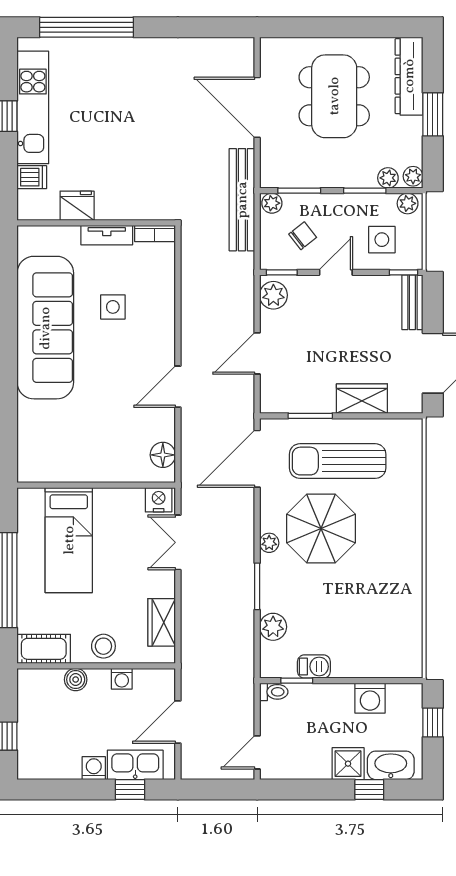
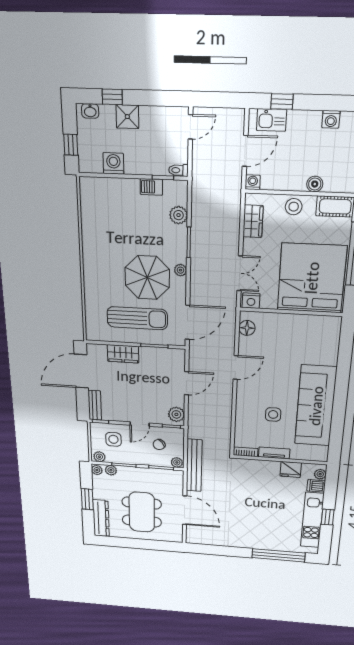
plant: (27, 201) -> (320, 474), added
bed: (69, 540) -> (312, 278), width x2.04
washing machine: (122, 679) -> (253, 182), moved
kitchen sink: (135, 765) -> (272, 120), width x0.73
washbasin: (391, 765) -> (90, 111), width x0.52, depth x0.69
washing machine: (94, 768) -> (331, 119), moved

